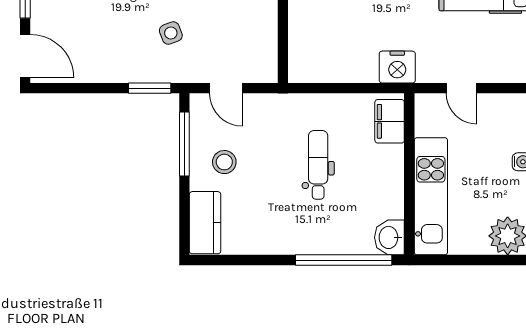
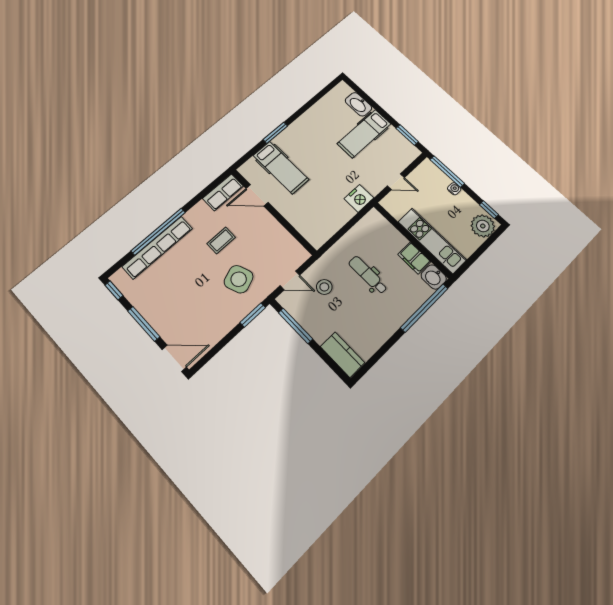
side table: (171, 33) -> (239, 279), width x1.87, depth x1.87
filing cabinet: (390, 121) -> (414, 258), moved
stool: (224, 162) -> (324, 287), moved

